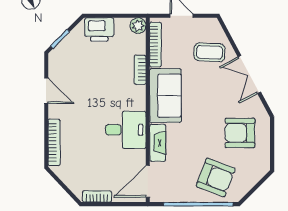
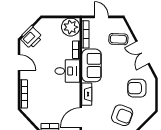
plant: (138, 26) -> (71, 27), width x1.88, depth x1.88
printer: (99, 30) -> (32, 38), moved, turned -45
desk: (126, 130) -> (67, 71), moved

